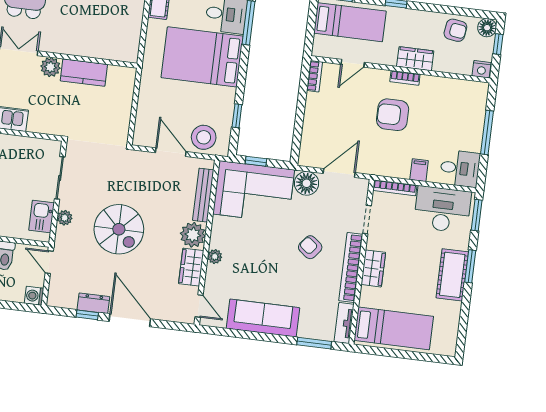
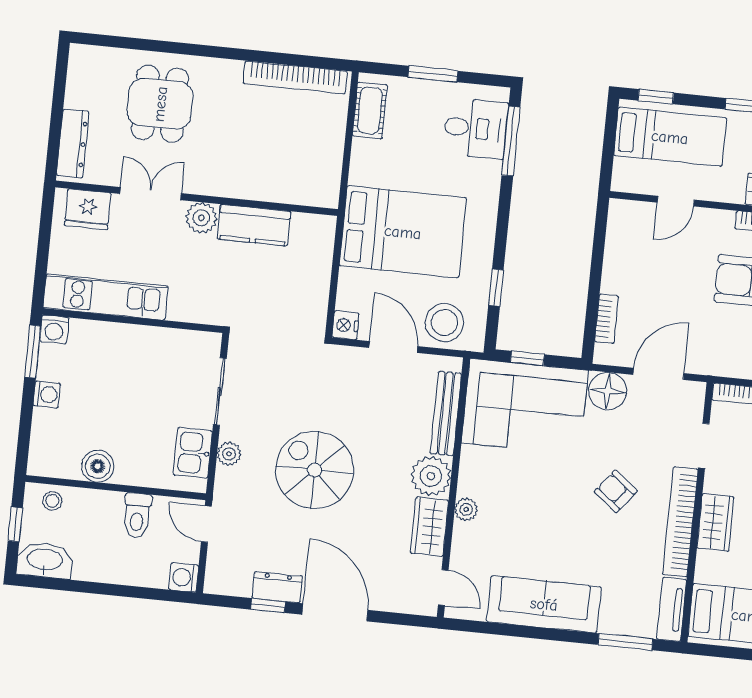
bed: (202, 57) -> (403, 232), moved, turned 180
bookcase: (315, 76) -> (607, 319), moved
nightstand: (141, 137) -> (346, 325), added
spiral stairs: (119, 229) -> (315, 470), turned 180

